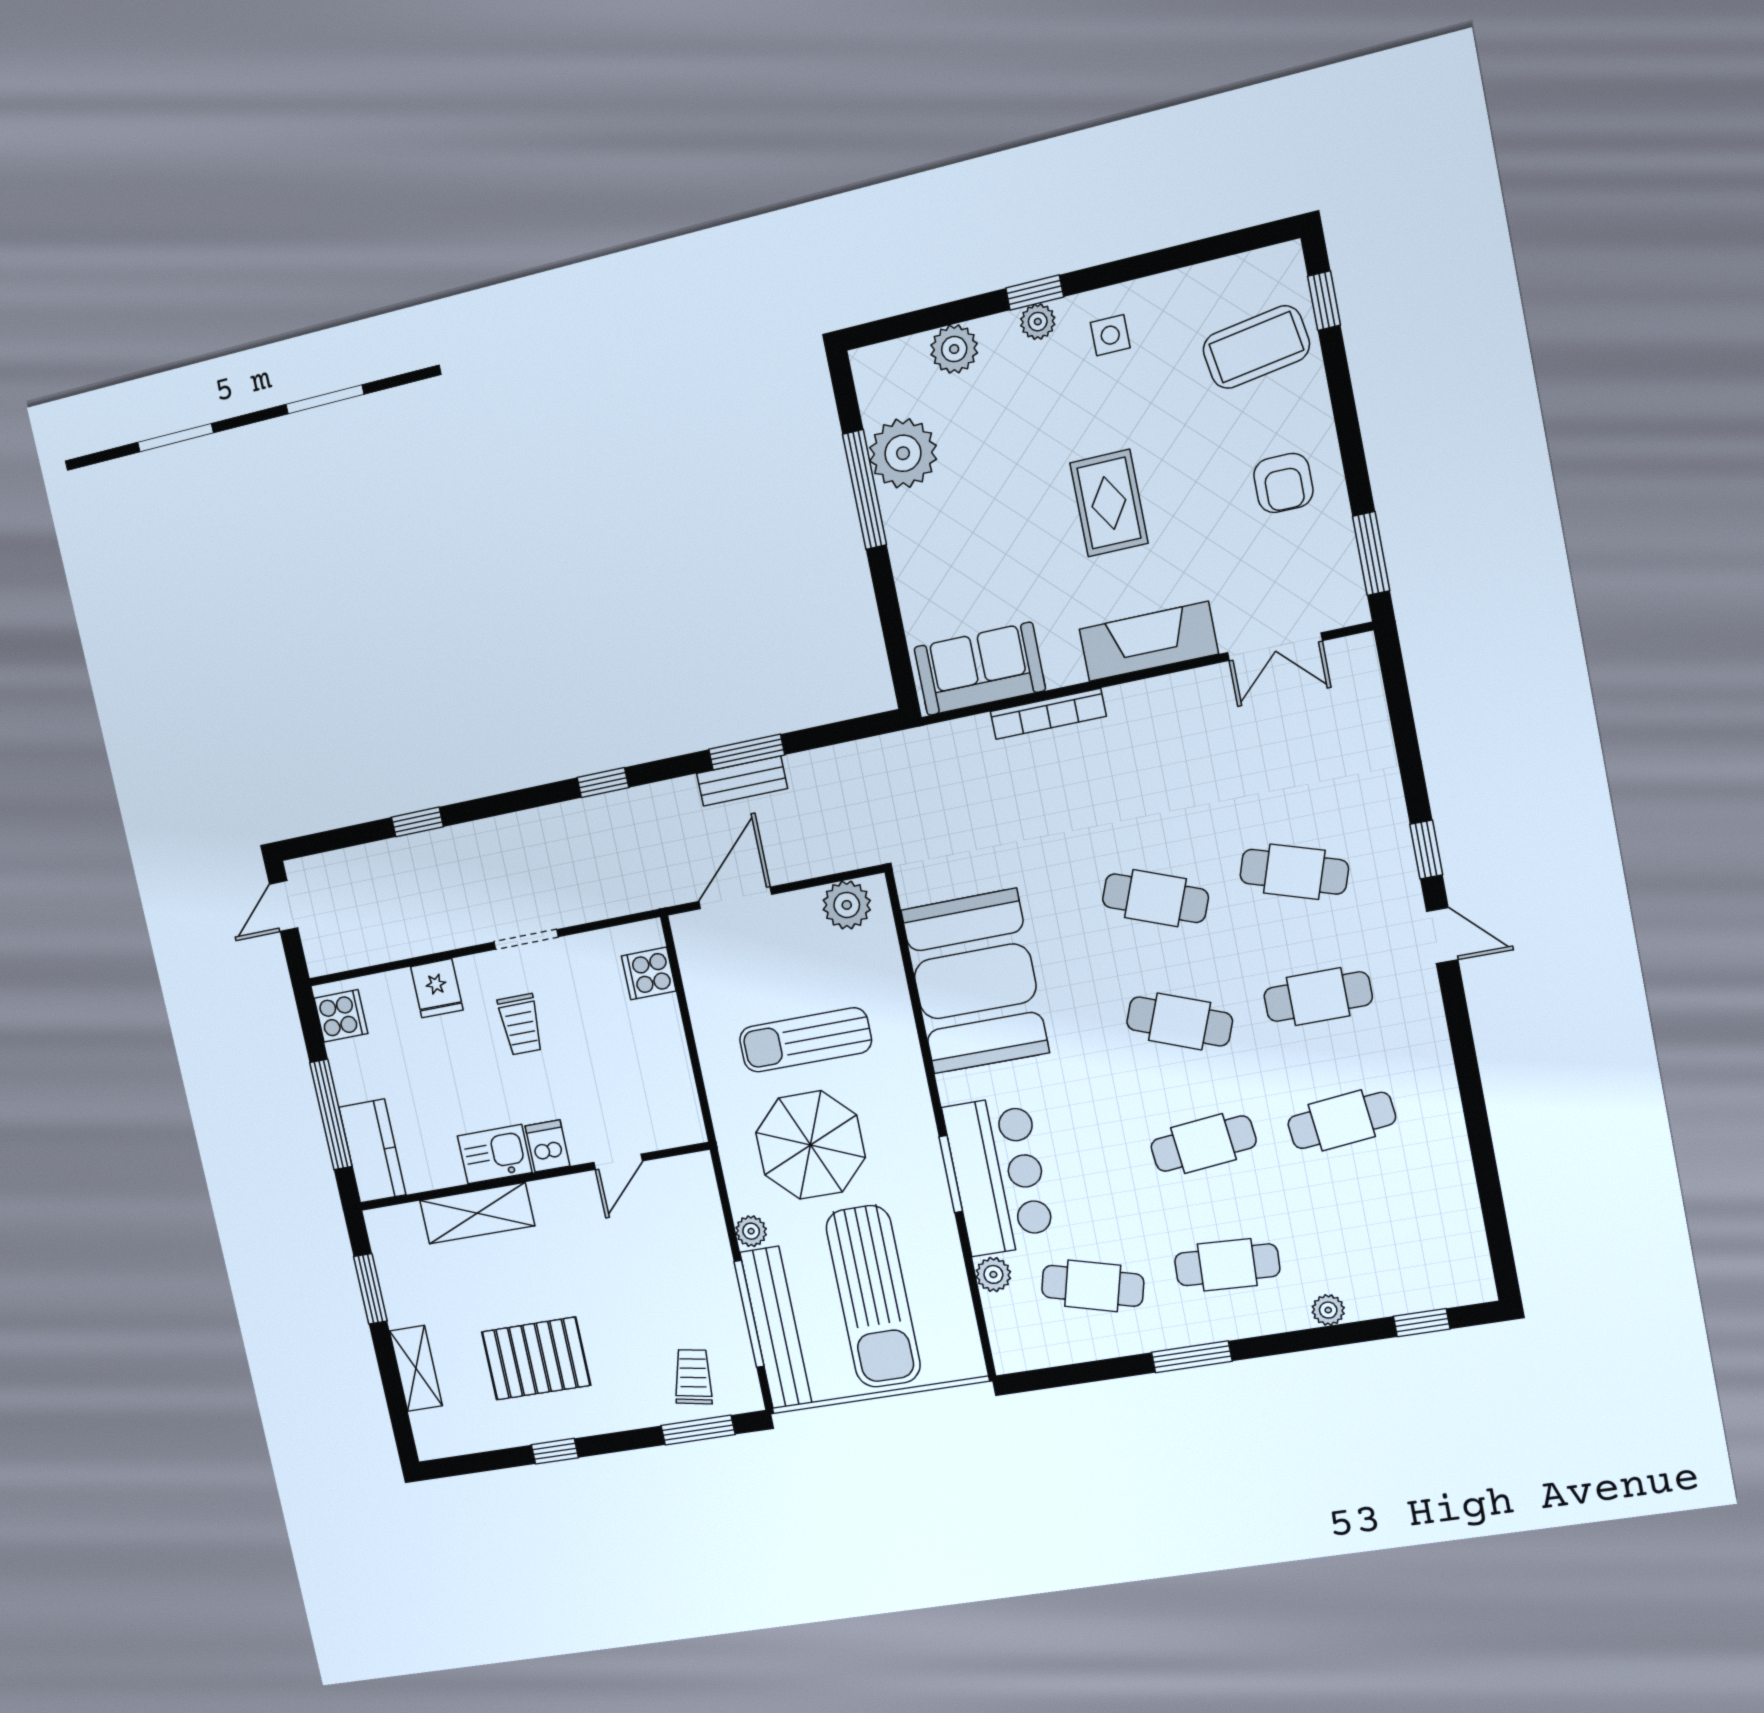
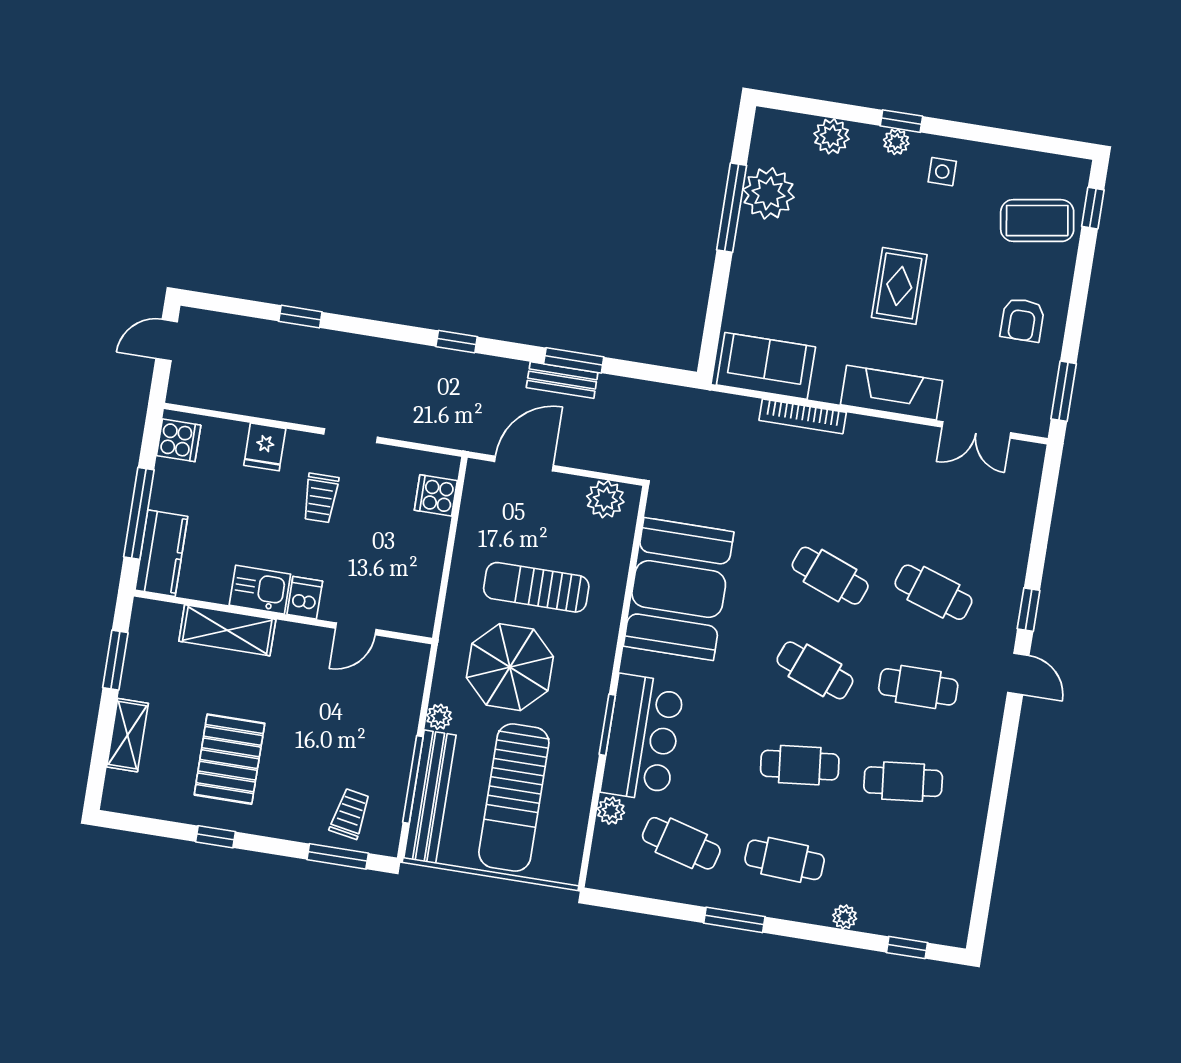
pallet: (536, 1359) -> (229, 759), turned 90

